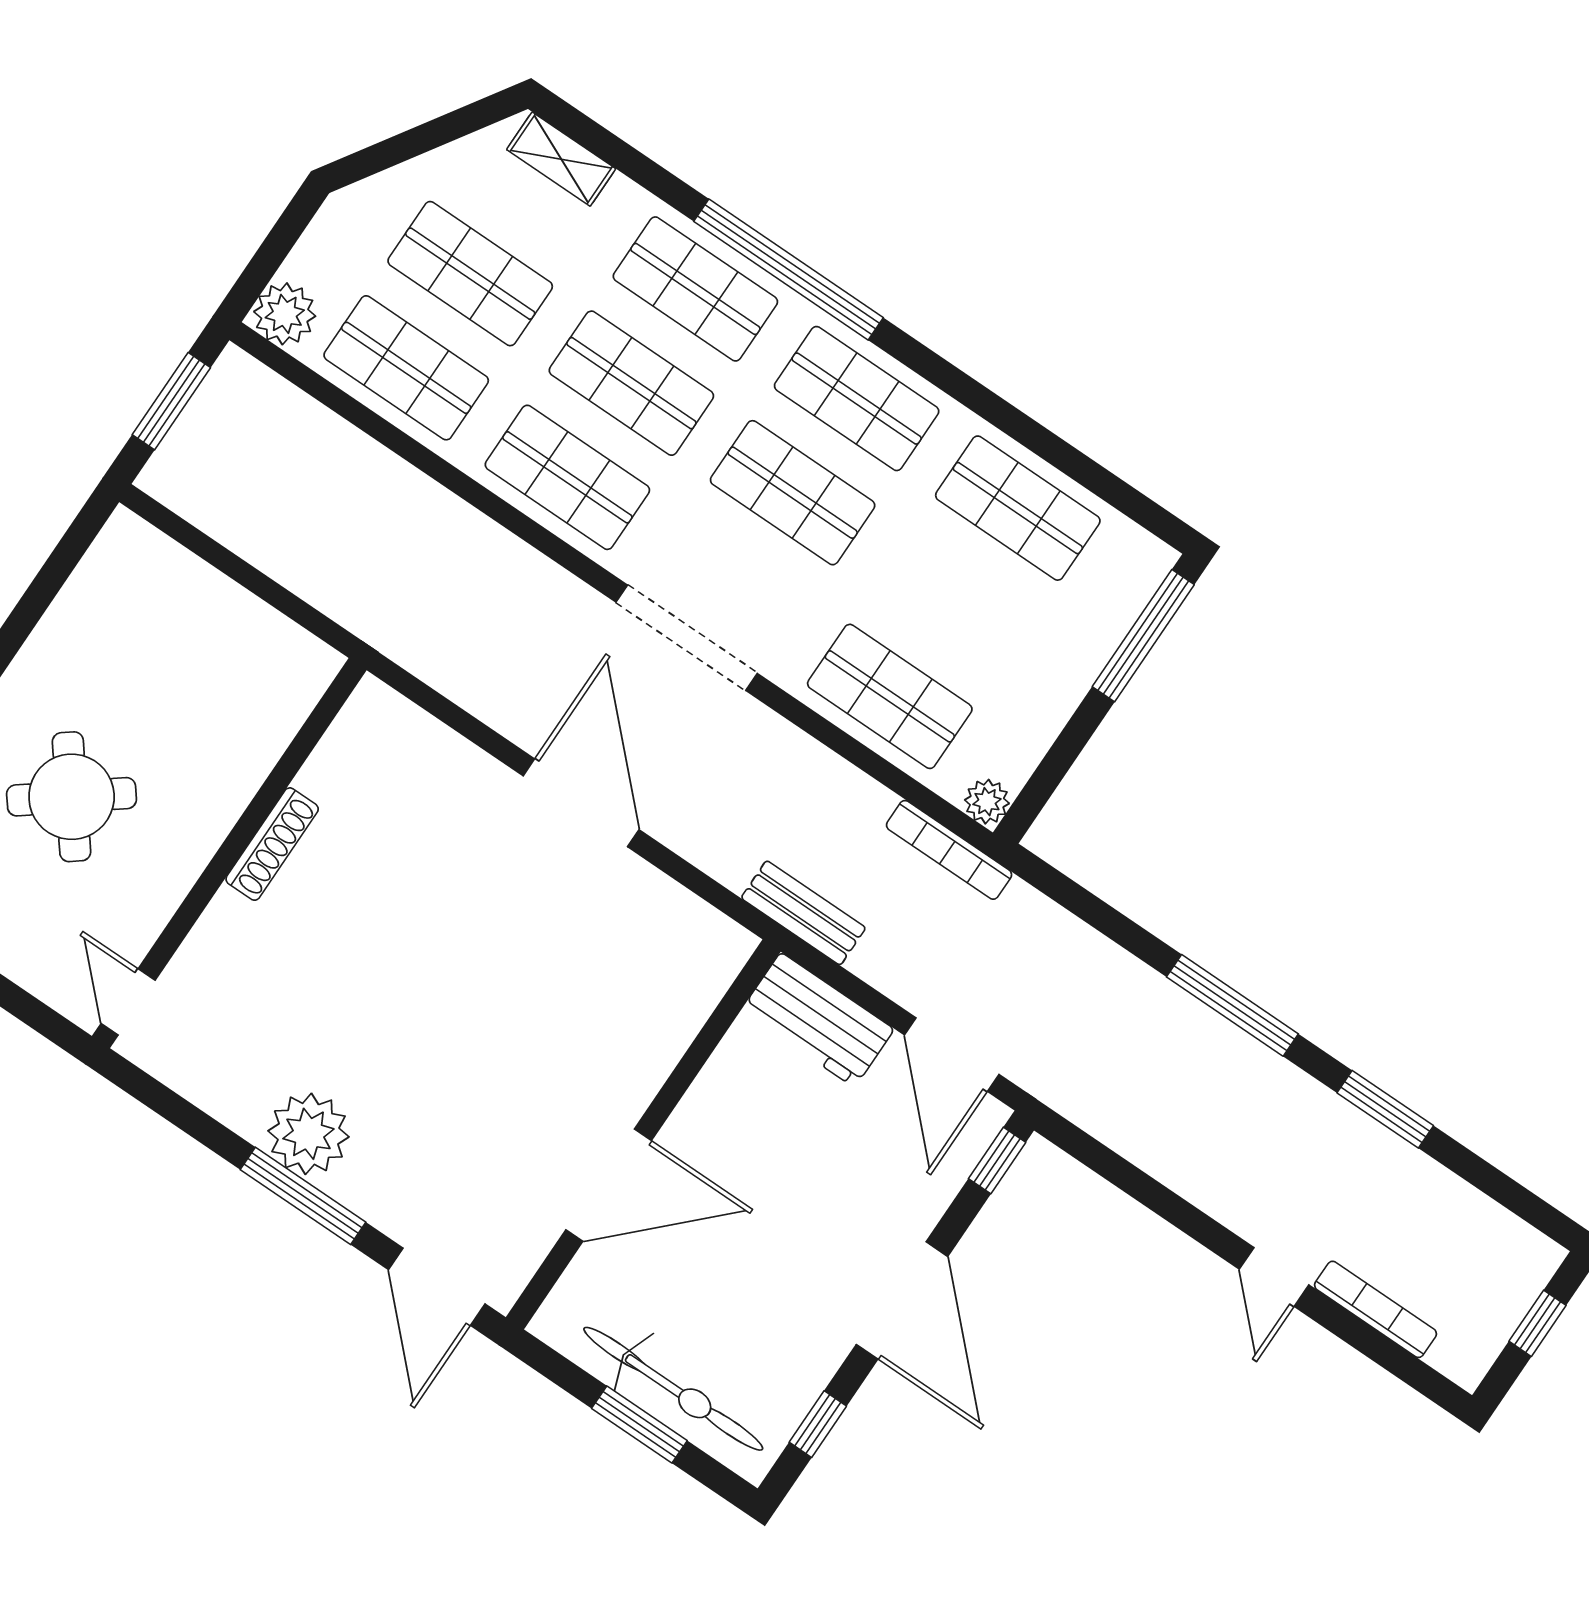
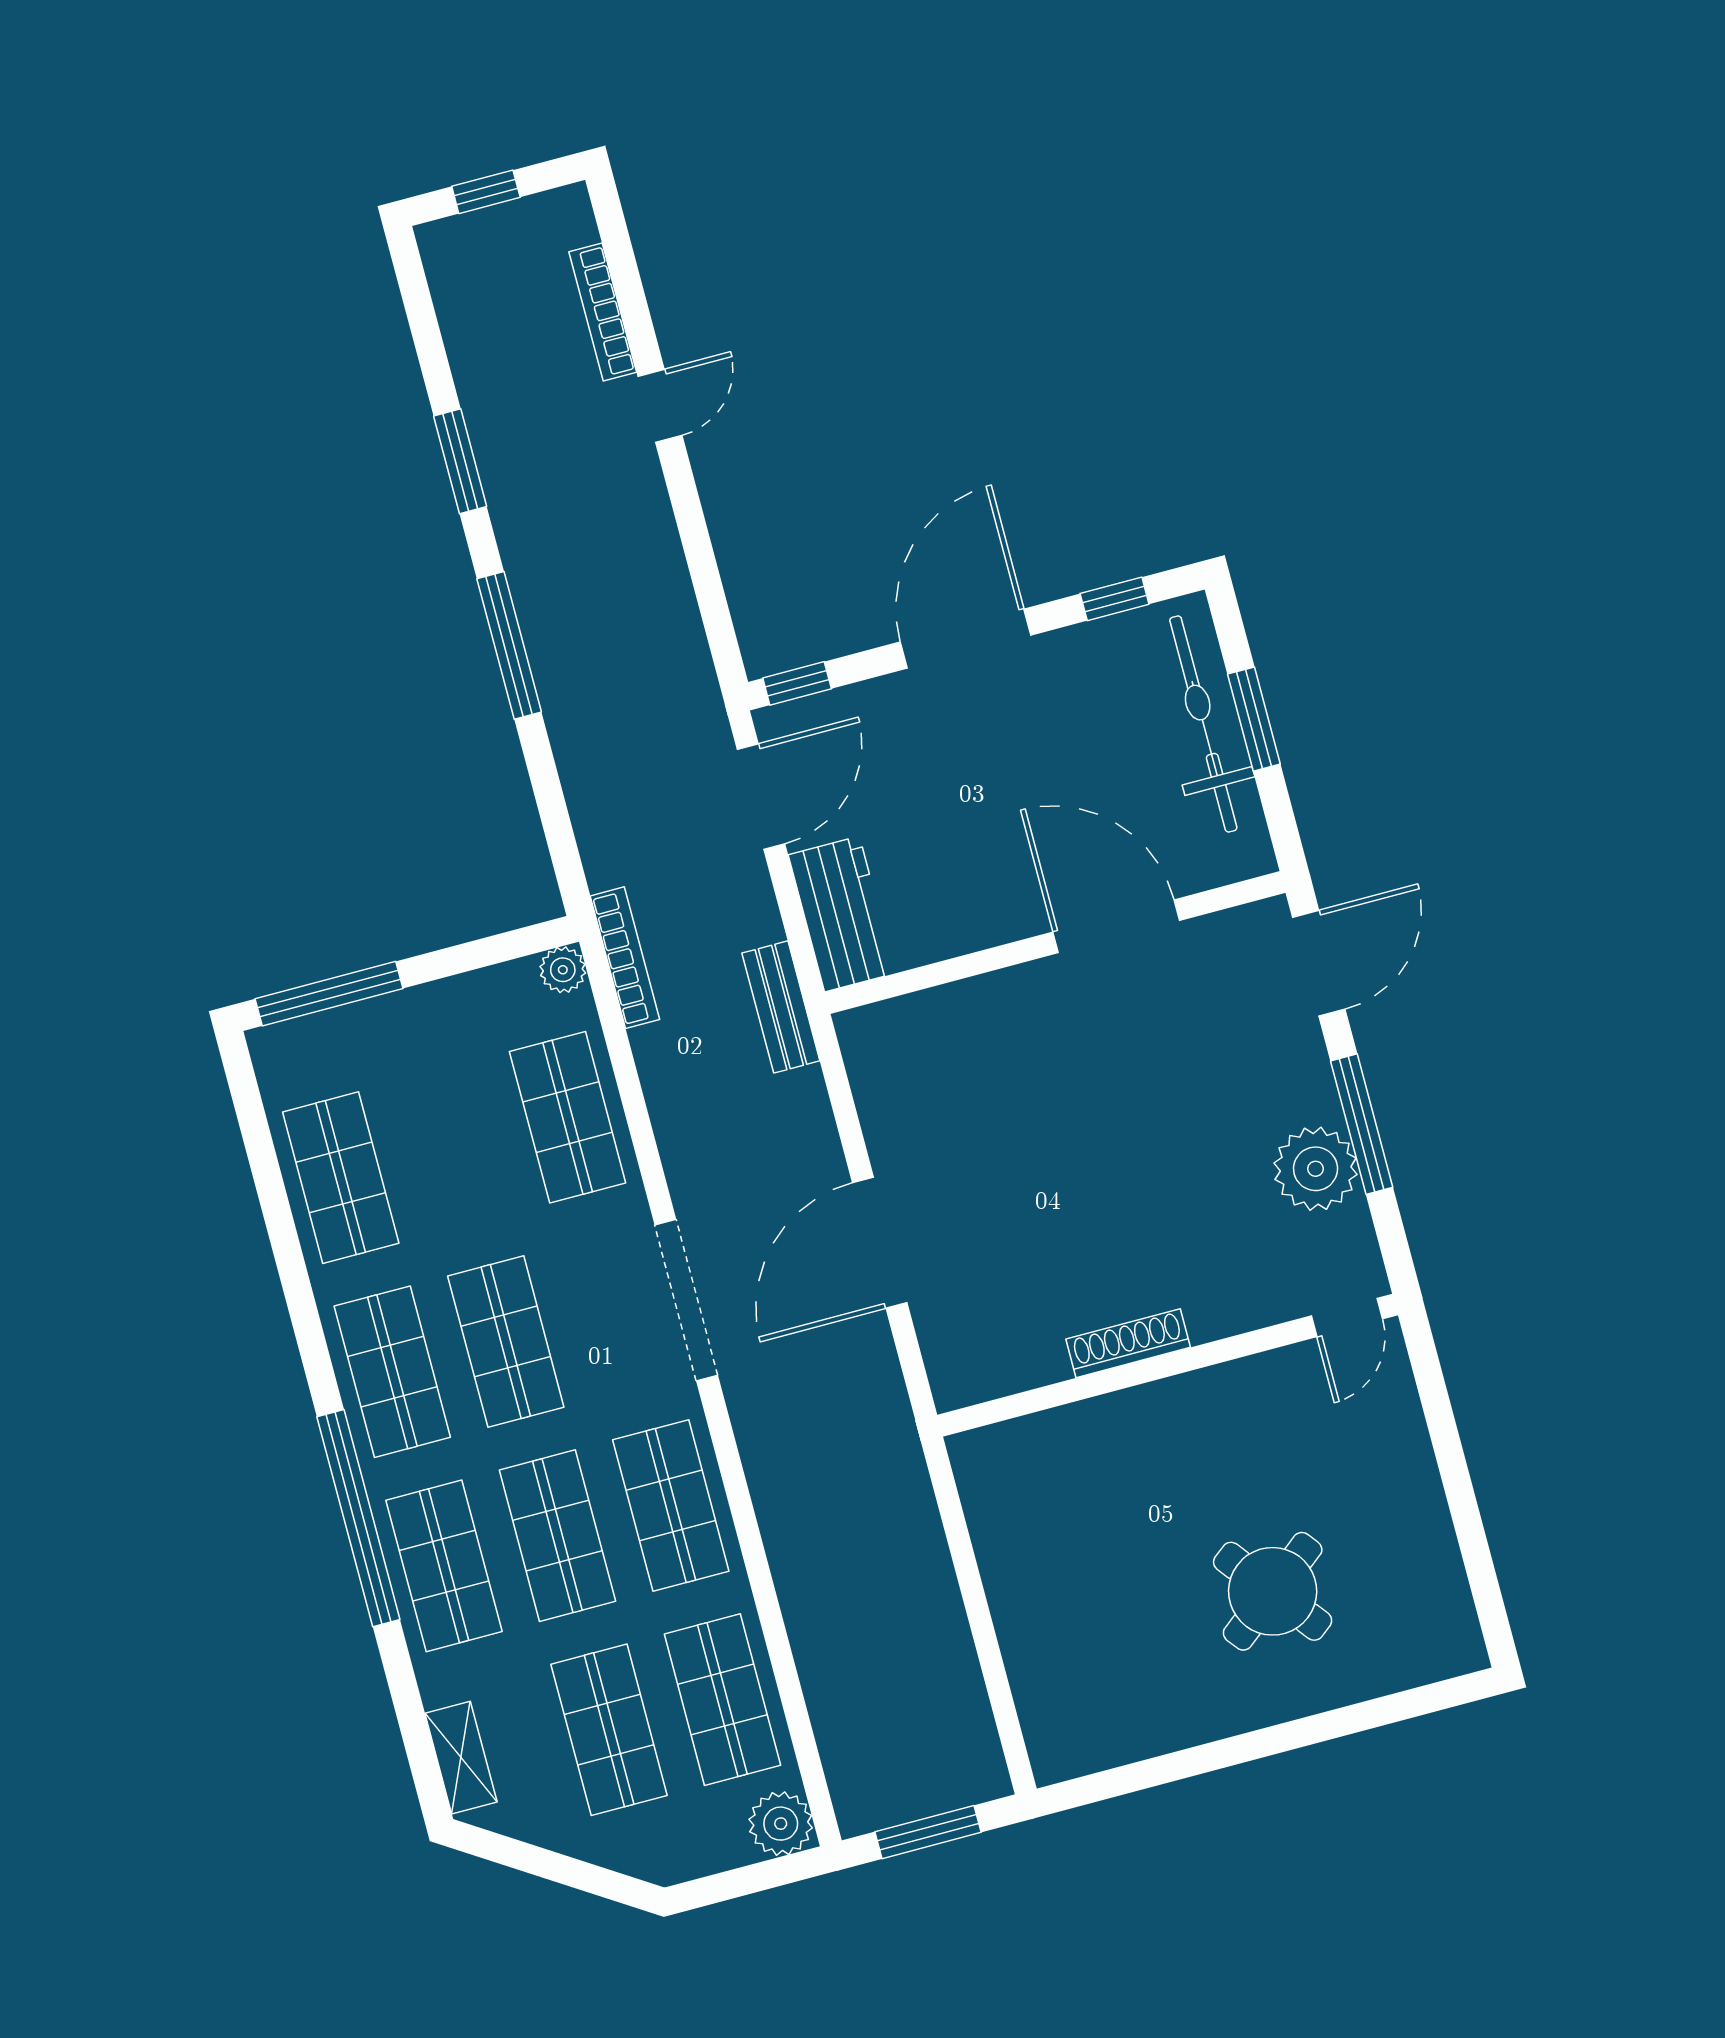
shoe rack: (272, 844) -> (1128, 1343), moved
wall: (229, 853) -> (1168, 1365), moved
door: (128, 1002) -> (1347, 1317), moved

